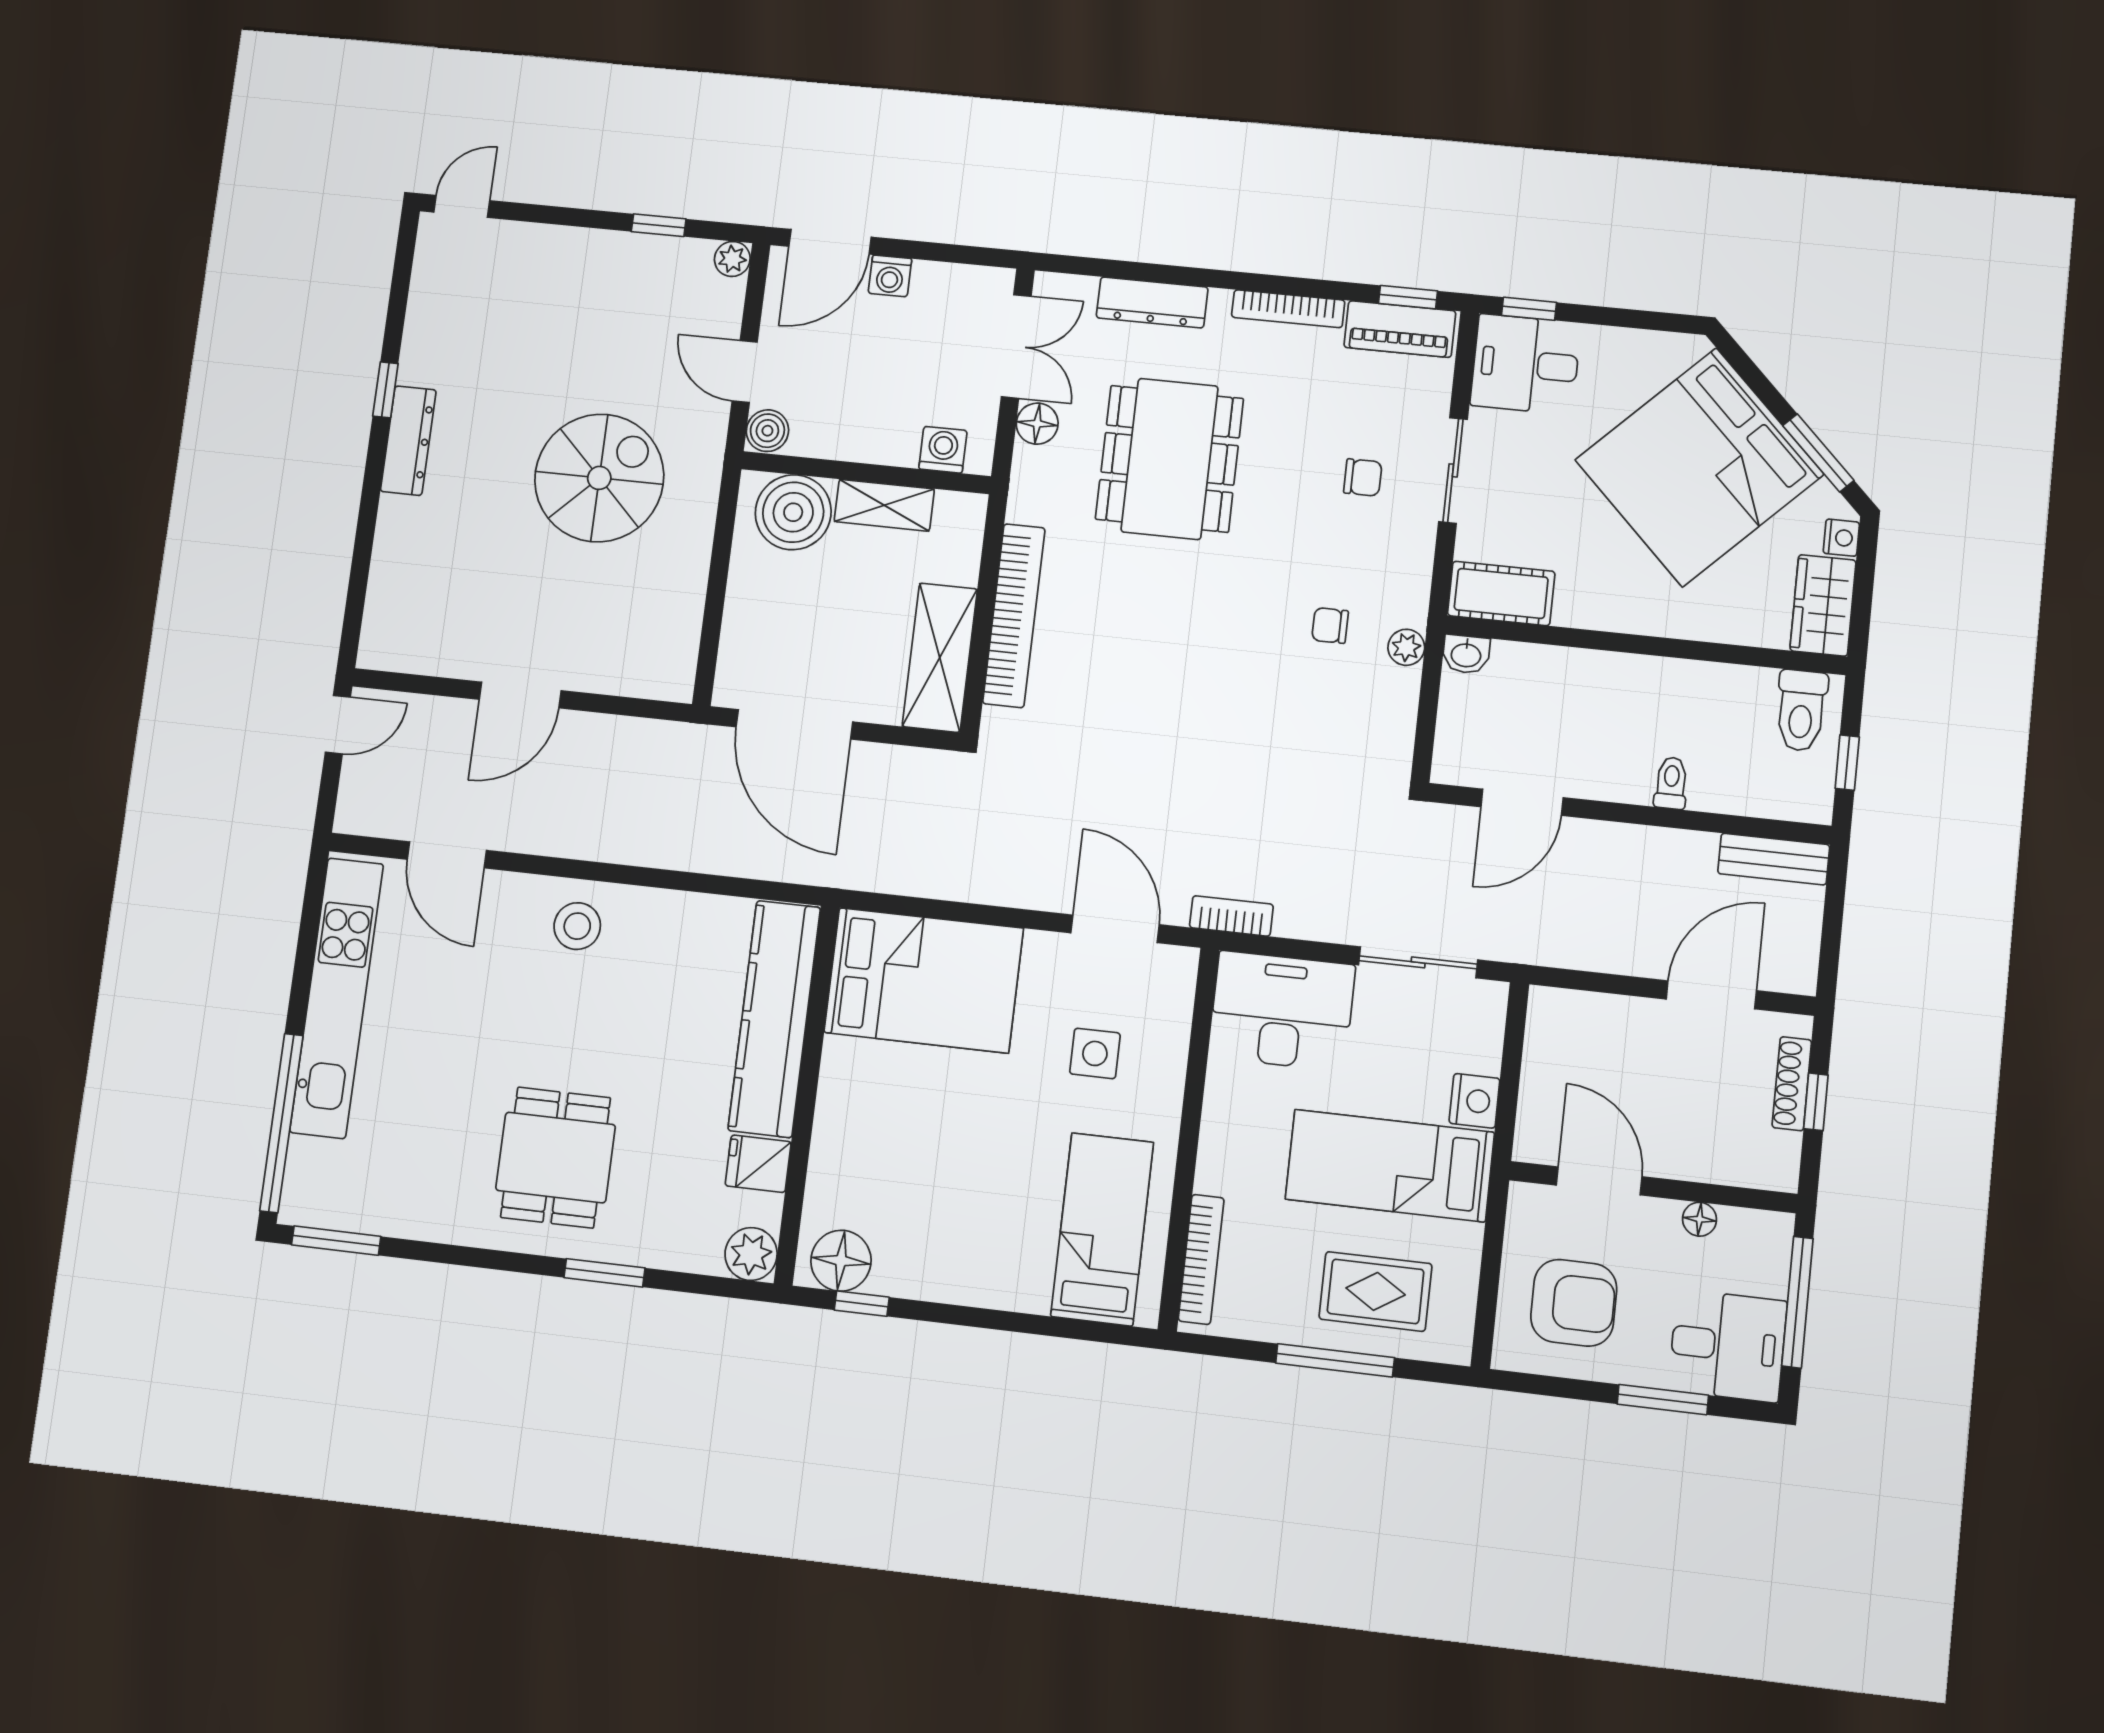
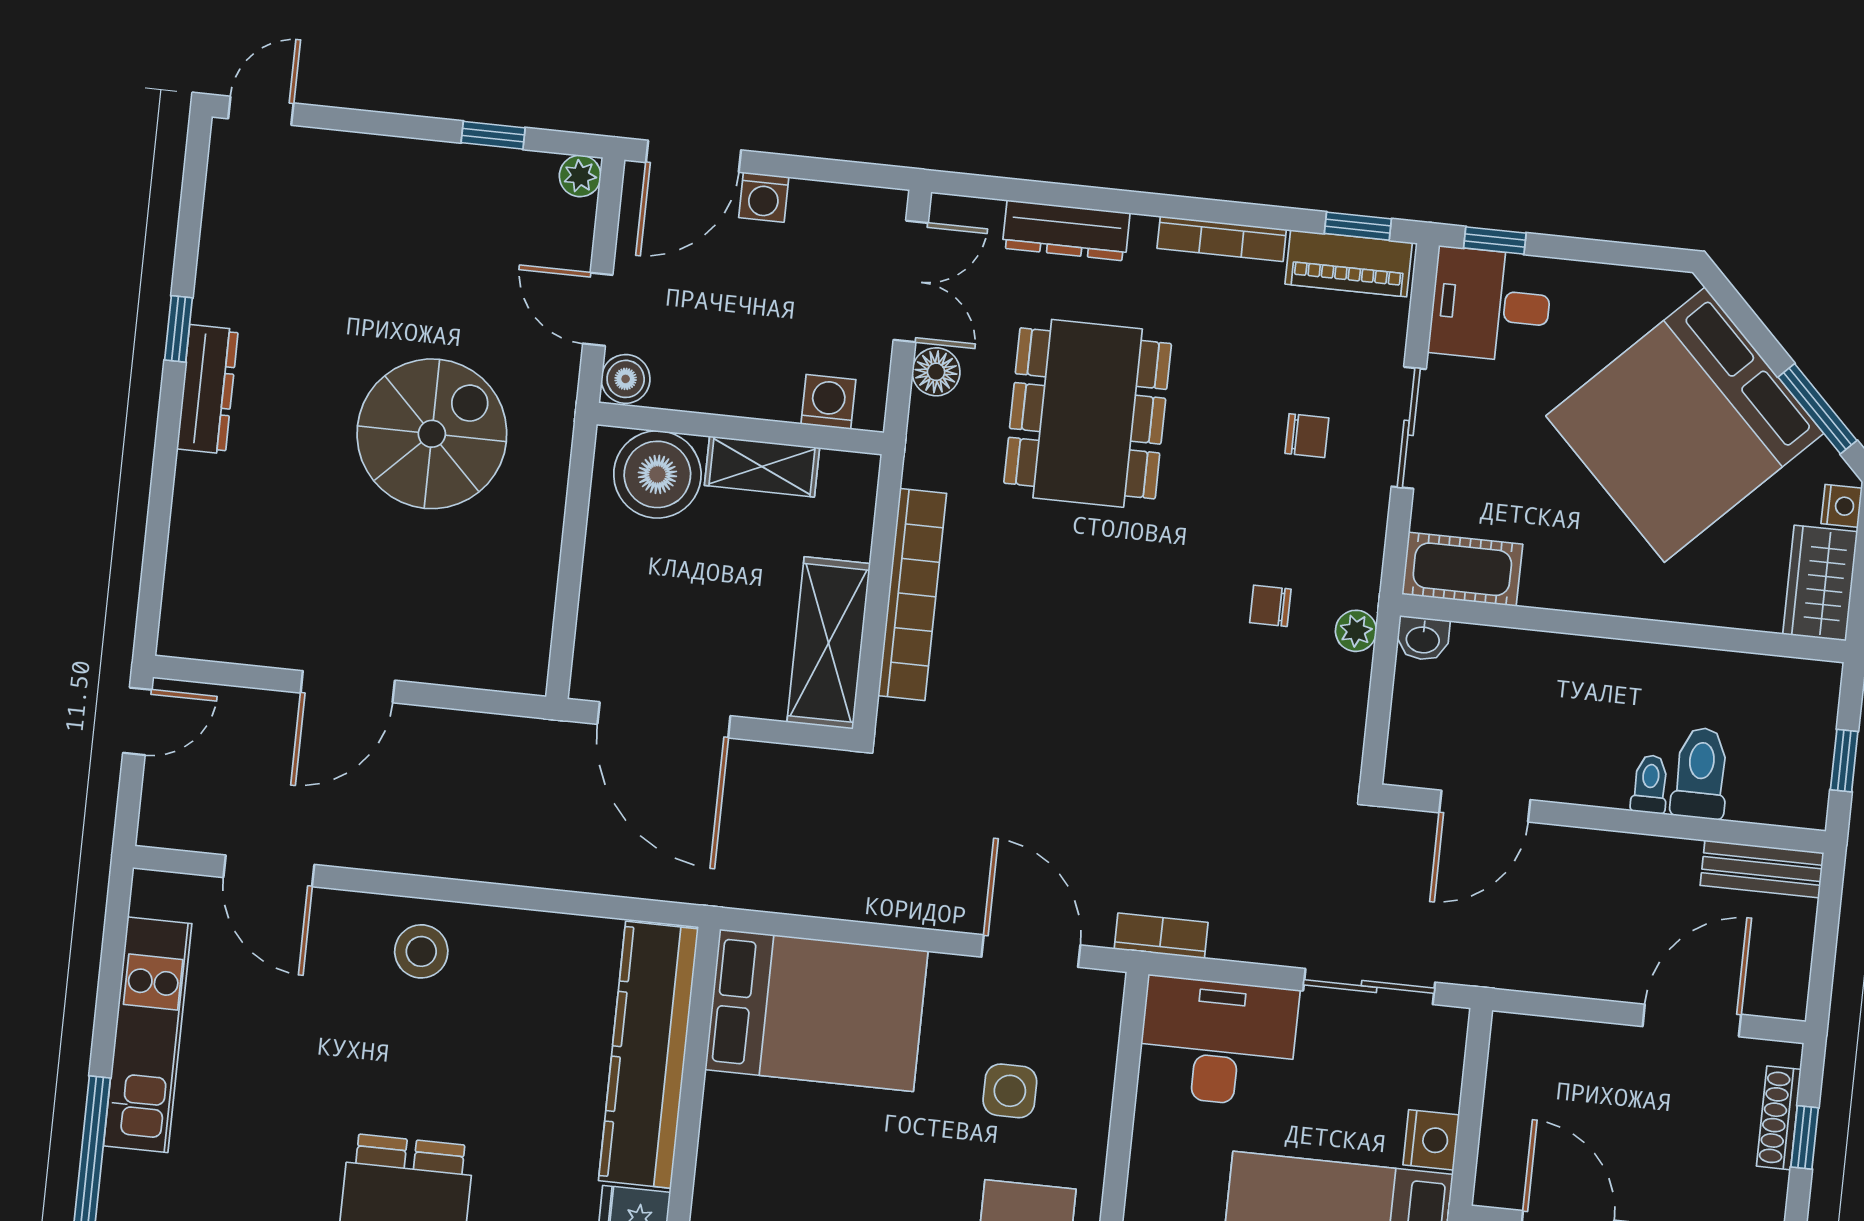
toilet: (1801, 711) -> (1701, 773), moved, turned 180
kitchen unit: (337, 998) -> (148, 1035), width x0.73

